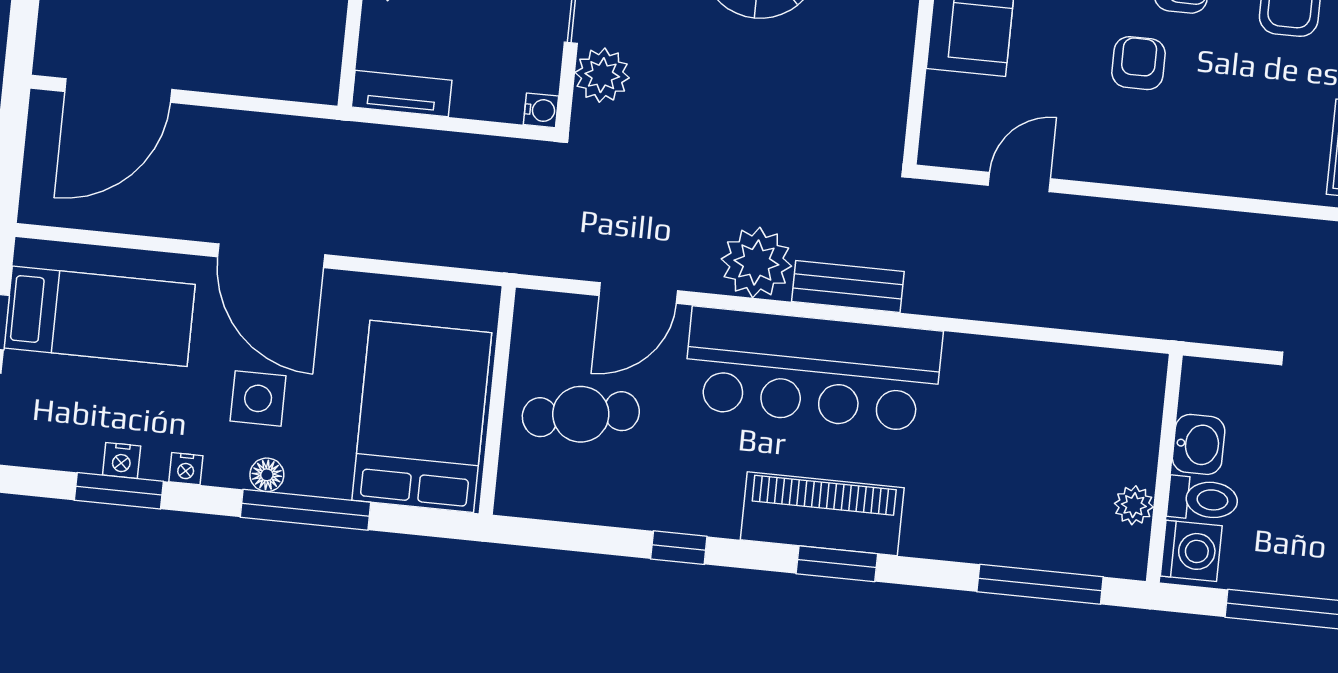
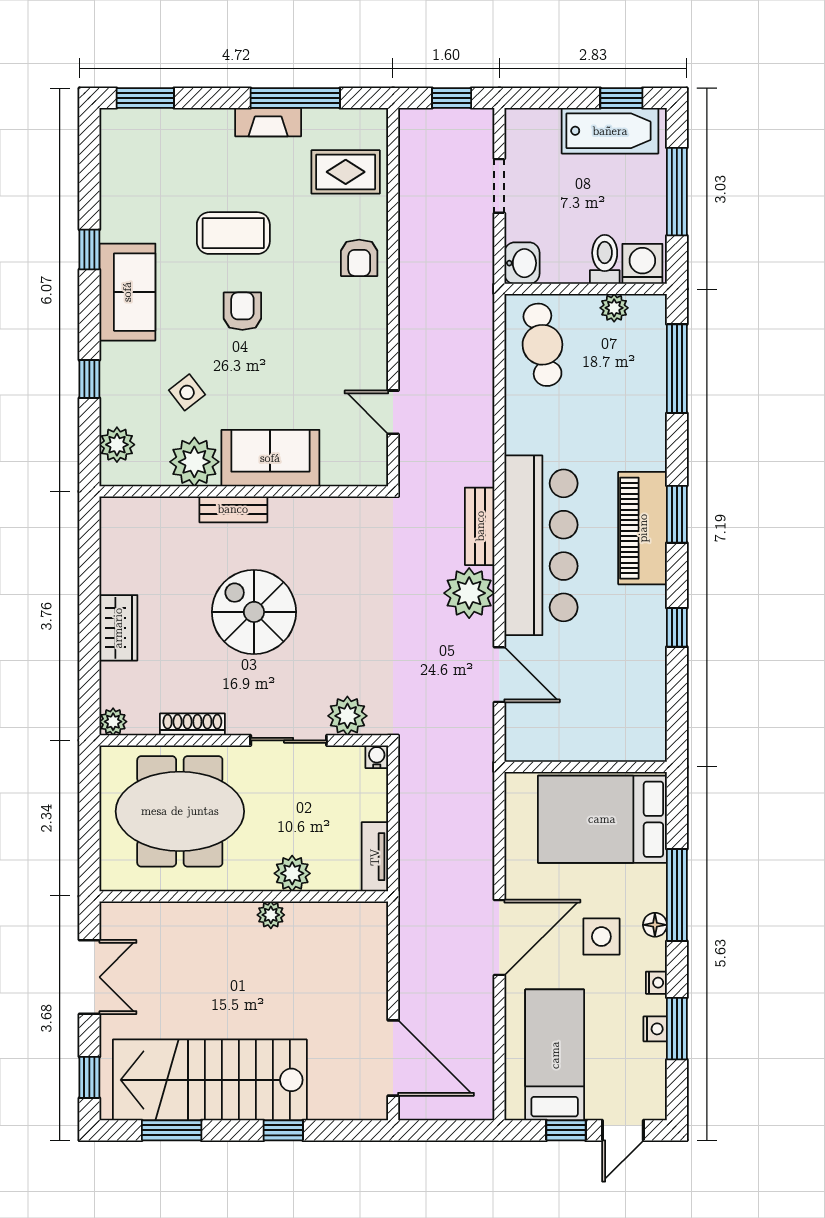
armchair: (1138, 63) -> (359, 258), moved, turned -90
cafe table: (581, 414) -> (542, 345), moved
washbasin: (1199, 444) -> (522, 263), moved, turned 90

